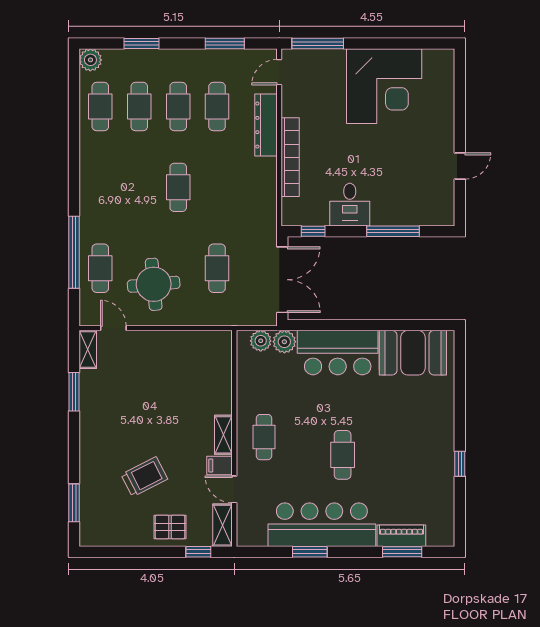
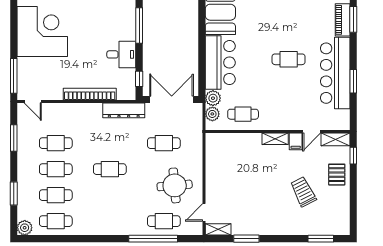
dresser: (266, 125) -> (124, 110), moved
cafe table: (264, 437) -> (243, 114), moved

